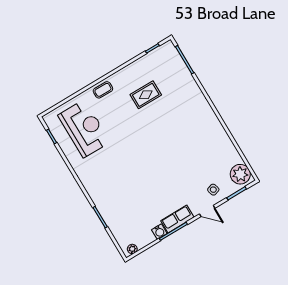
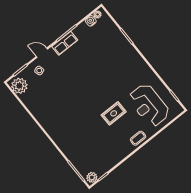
plant: (166, 49) -> (92, 177), added
rug: (146, 95) -> (114, 113), moved
water cooler: (159, 232) -> (91, 21), moved

